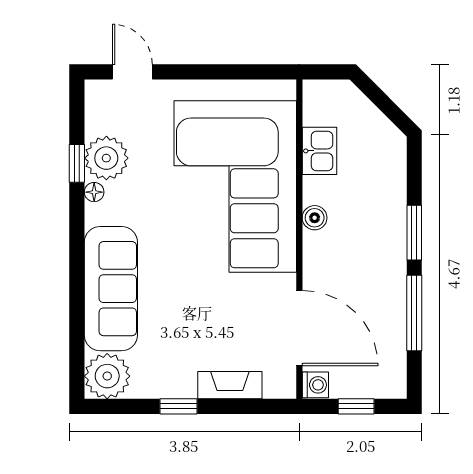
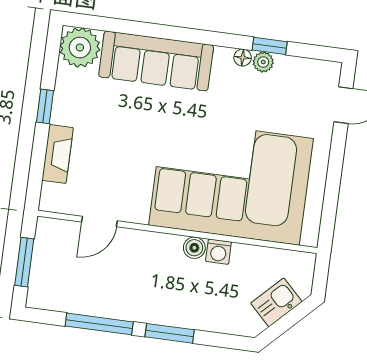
kitchen sink: (320, 151) -> (276, 302), moved, turned 135
plant: (106, 158) -> (263, 62), width x0.53, depth x0.53
door: (299, 328) -> (99, 221), width x0.53
washing machine: (315, 385) -> (218, 252), moved
window: (356, 406) -> (24, 262), width x1.50

